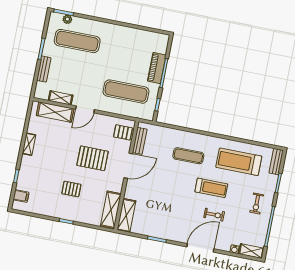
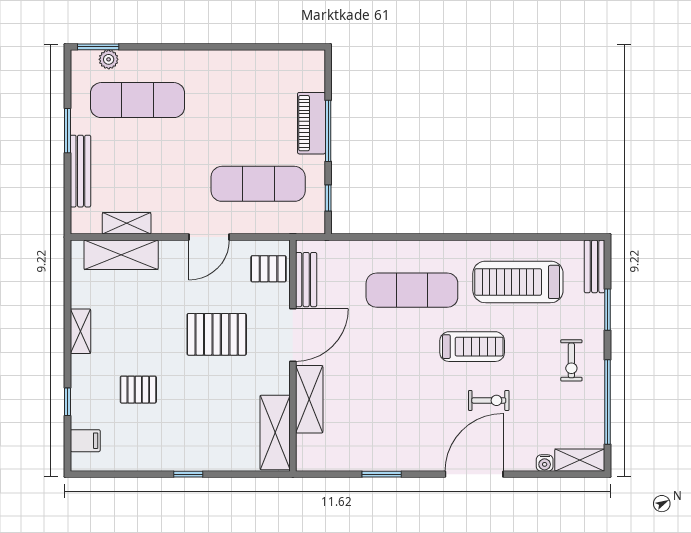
bench: (44, 69) -> (80, 171), width x1.36
door: (85, 109) -> (209, 237), moved
exercise mat: (188, 156) -> (412, 290), width x1.36, depth x1.45
pallet: (71, 189) -> (138, 390), moved
shelving: (126, 215) -> (309, 399), moved

